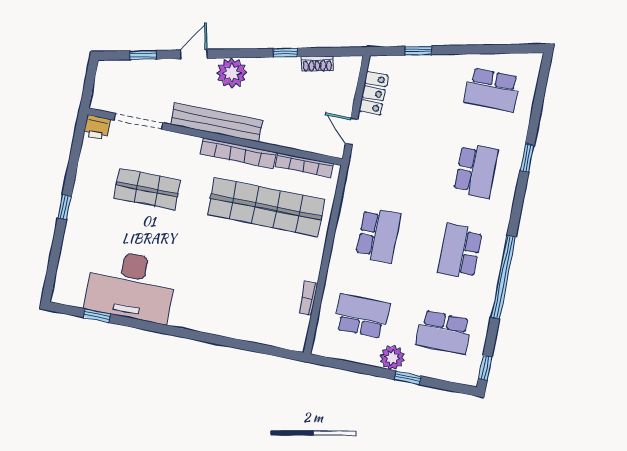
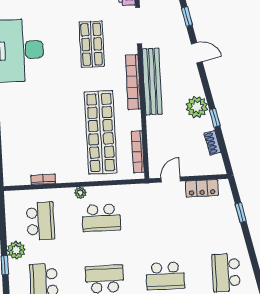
plant: (232, 73) -> (197, 107), moved
bookcase: (238, 153) -> (133, 82), moved
plant: (338, 254) -> (80, 193), added

